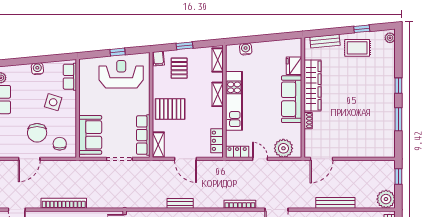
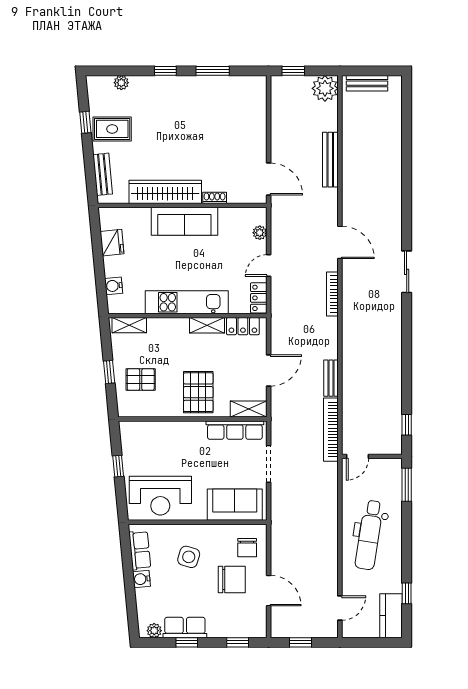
plant: (390, 38) -> (121, 83), moved
rug: (357, 48) -> (112, 129), turned 90
filing cabinet: (158, 59) -> (127, 409), removed
fridge: (294, 66) -> (112, 243), moved, turned -95
reception desk: (121, 74) -> (160, 496), moved, turned -90
row of seats: (70, 77) -> (140, 550), moved, turned -95
shelving: (218, 94) -> (207, 325), moved
chair: (60, 144) -> (247, 548), turned -90
plant: (283, 148) -> (260, 233), width x0.53, depth x0.53
bookcase: (64, 203) -> (331, 430), moved

